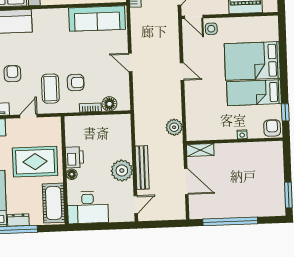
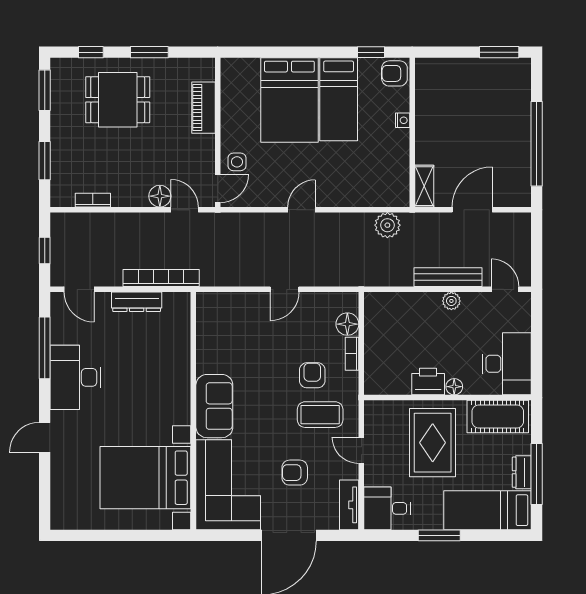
sofa: (97, 19) -> (214, 406), moved, width x0.73
plant: (122, 170) -> (451, 301), width x0.53, depth x0.53

